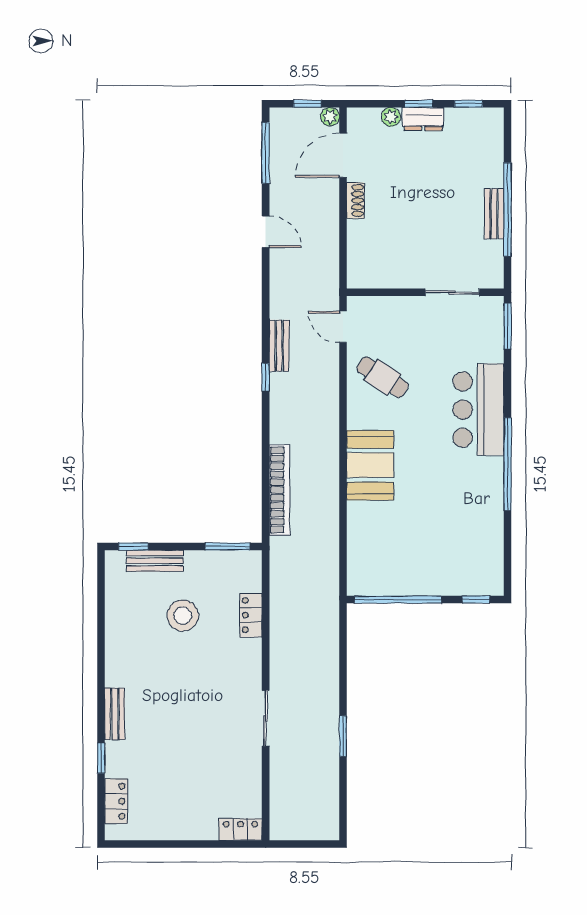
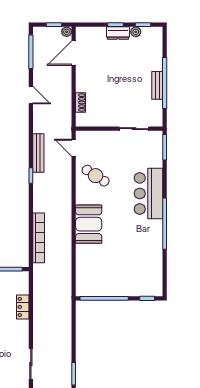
plant: (391, 117) -> (136, 32), moved
shoe rack: (355, 200) -> (81, 102), moved
bench: (279, 346) -> (38, 153), width x1.36

